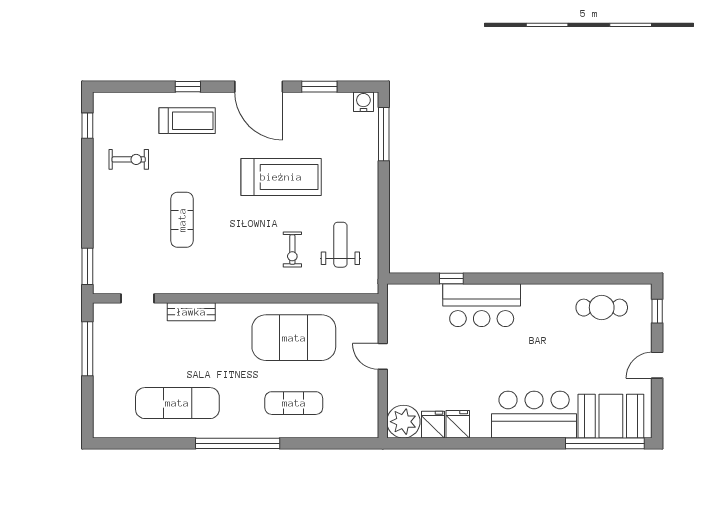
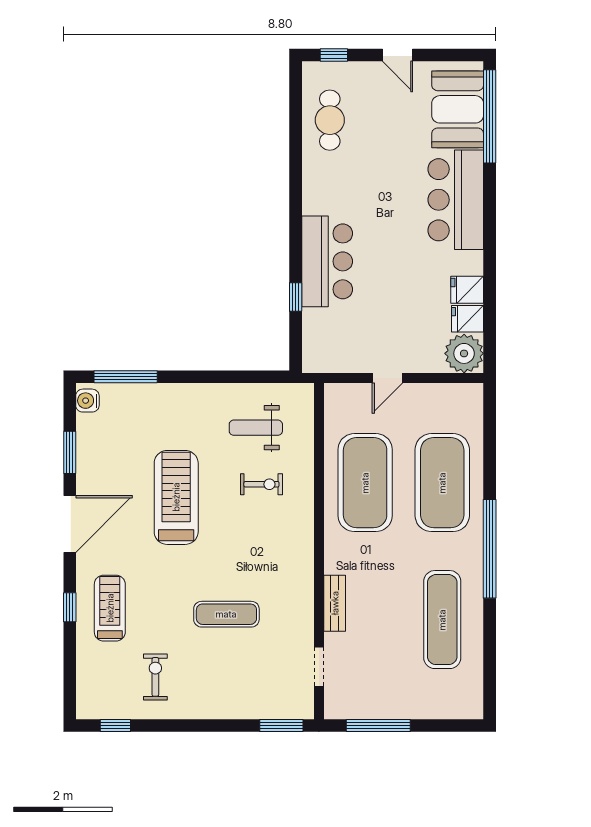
exercise mat: (294, 403) -> (442, 483), width x2.00, depth x1.45

